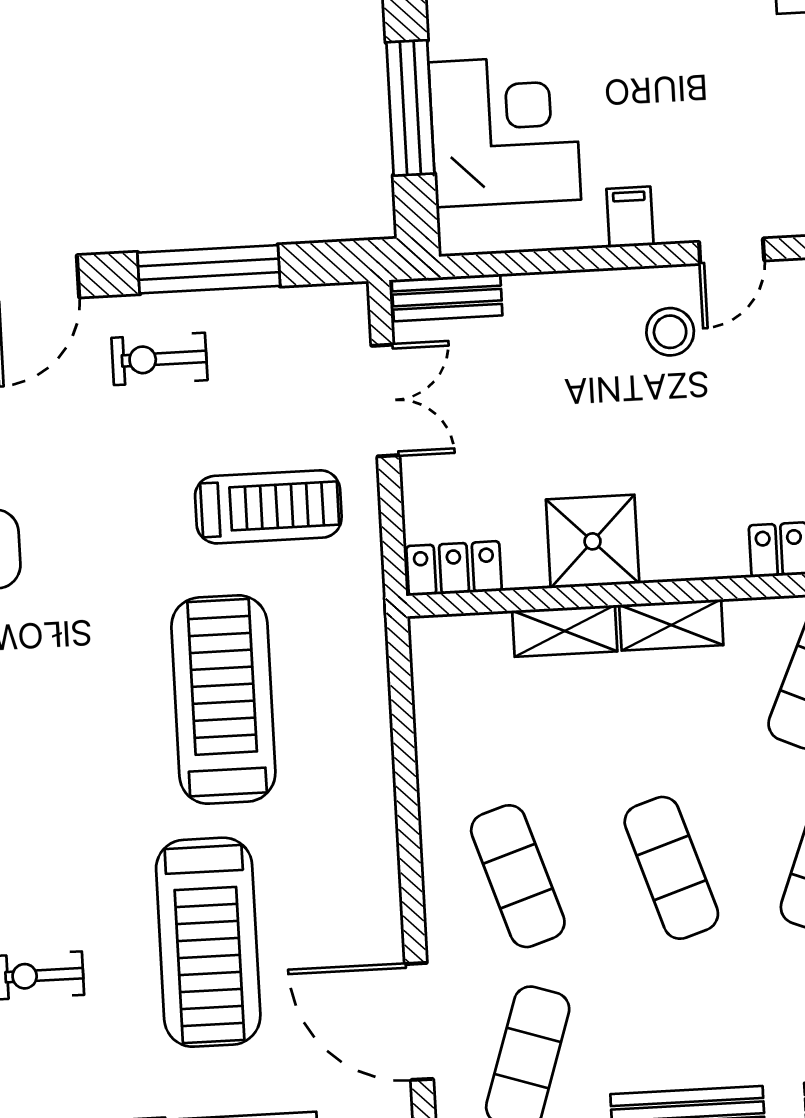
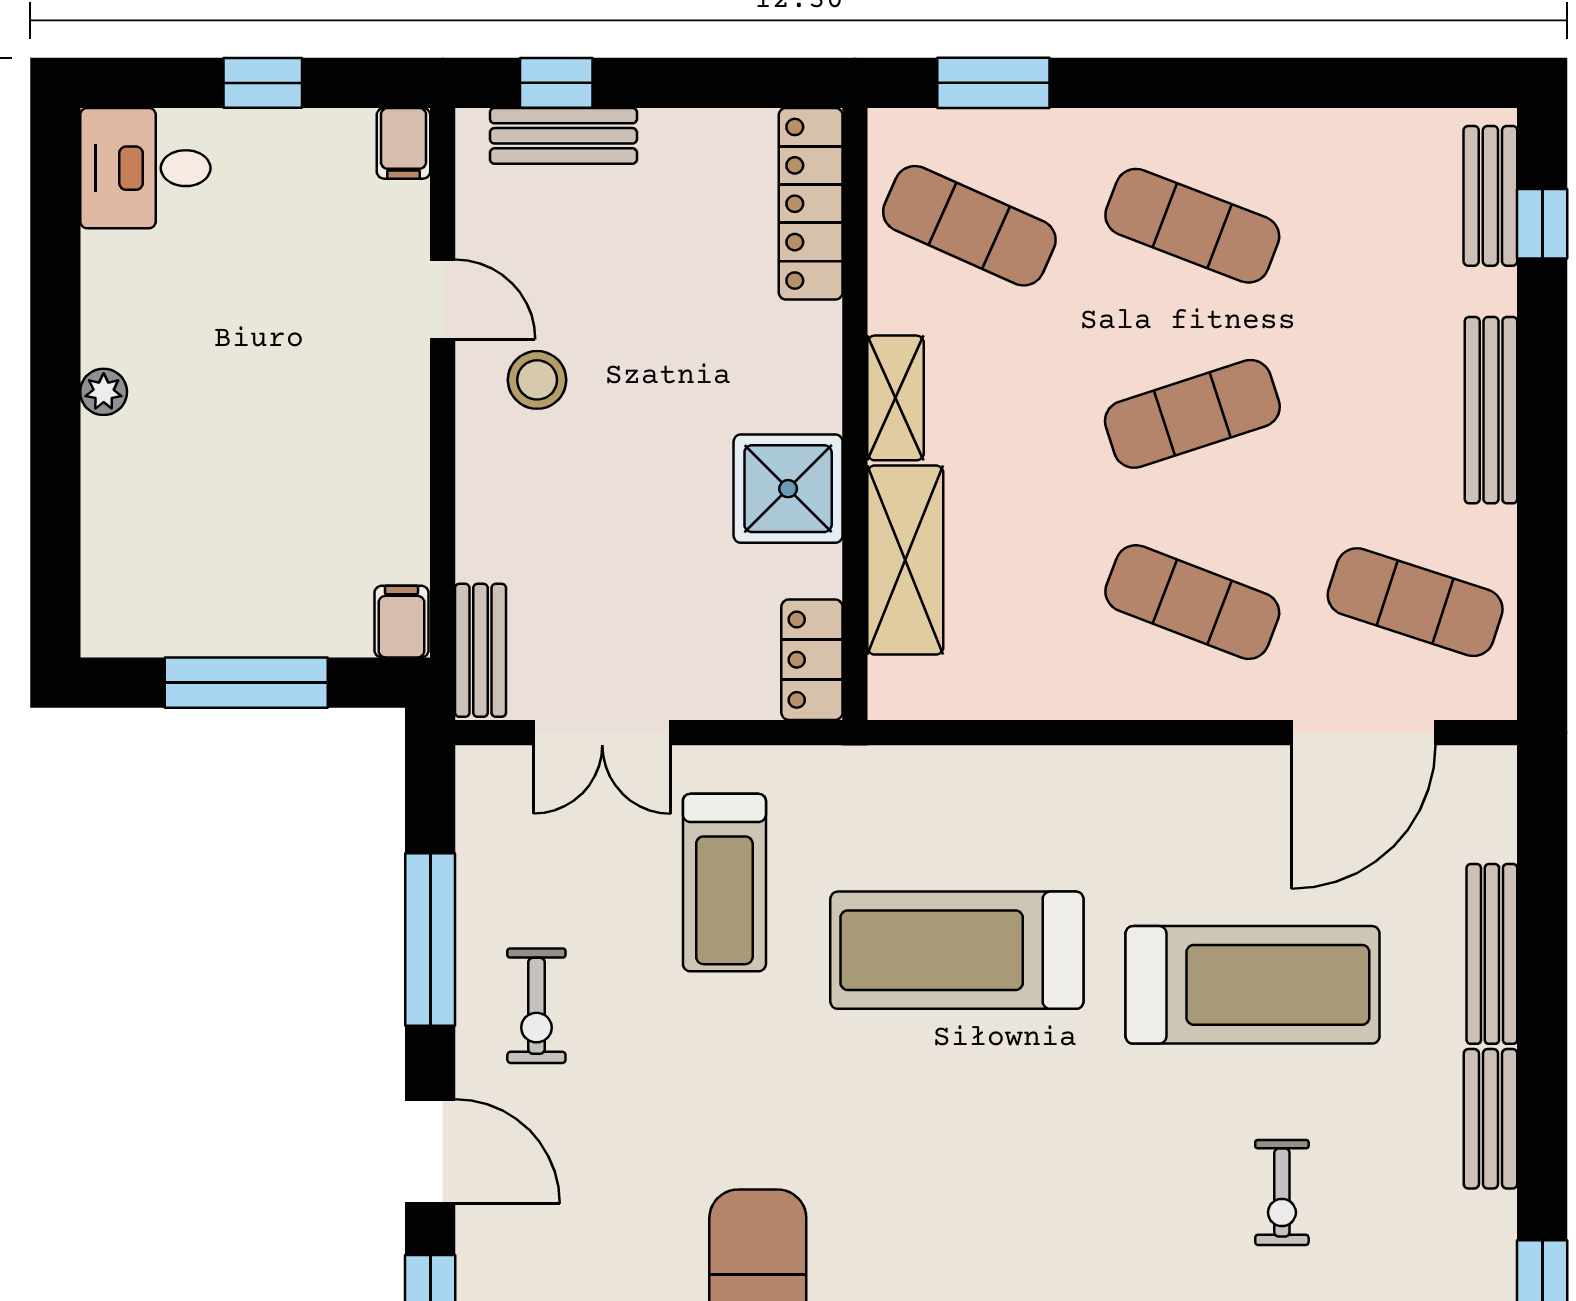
corner desk: (505, 131) -> (281, 569), removed
filing cabinet: (630, 217) -> (402, 622), moved, turned 90
double door: (385, 400) -> (602, 733), swing flipped
treadmill: (268, 507) -> (724, 883), turned 180
shelving: (565, 631) -> (905, 560), width x1.50, depth x1.33
exercise mat: (518, 876) -> (1192, 602), turned 39

